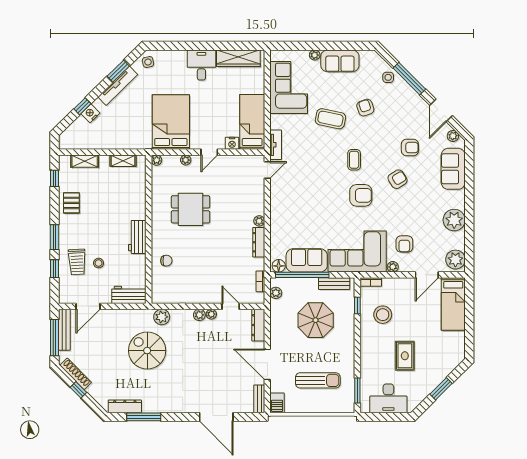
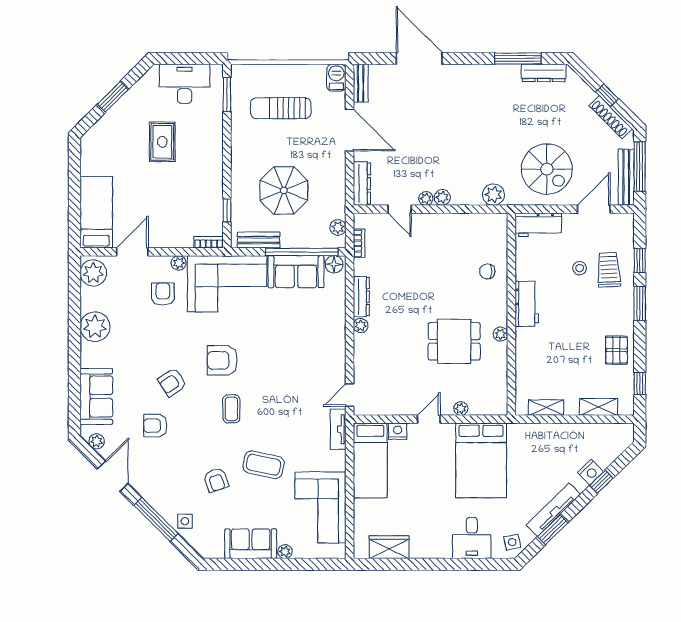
wardrobe: (238, 58) -> (389, 547), width x0.67
desk: (201, 65) -> (472, 538), moved
plant: (157, 160) -> (501, 334), moved
stool: (383, 315) -> (192, 198), removed
spiral stairs: (147, 351) -> (547, 169), moved

